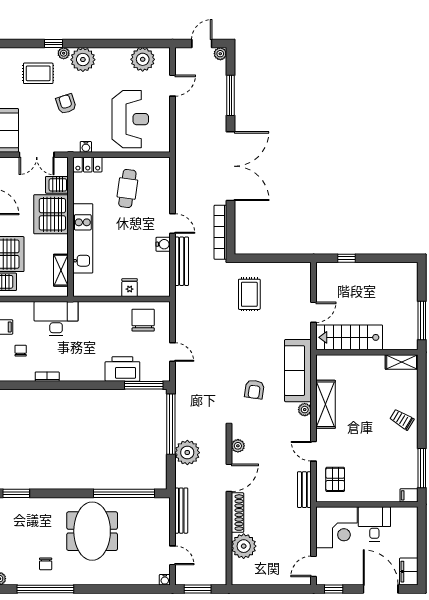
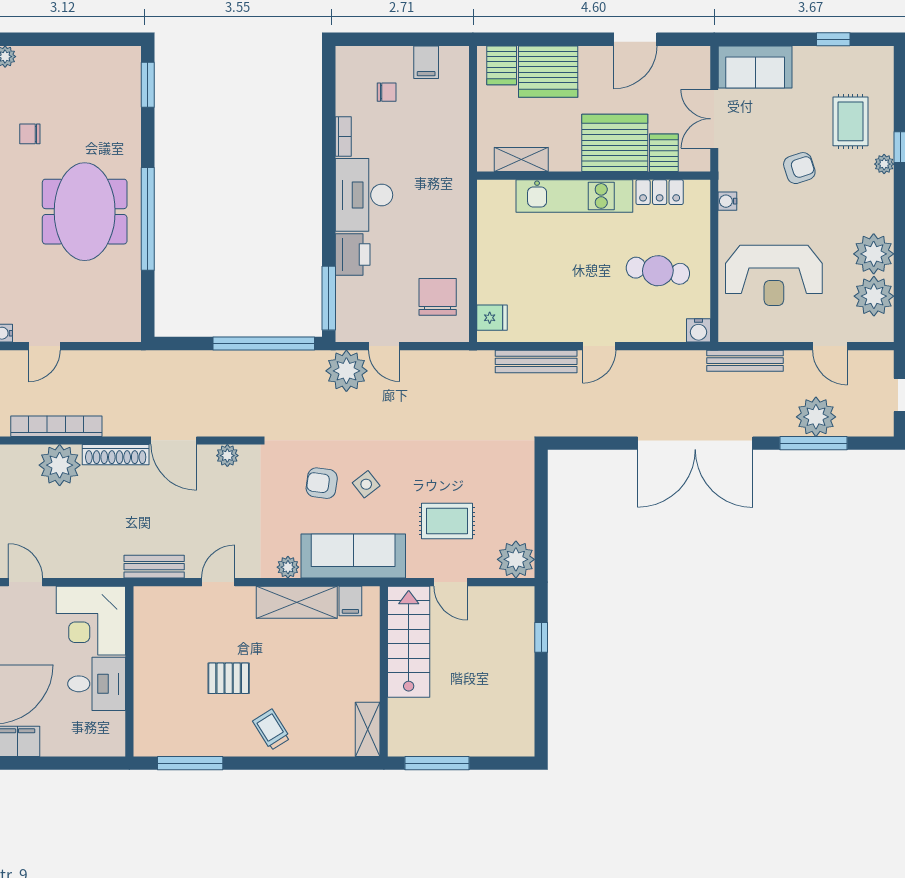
plant: (220, 54) -> (816, 417), moved, width x1.87, depth x1.87
plant: (83, 60) -> (874, 254), moved
locker: (88, 165) -> (660, 192), moved, turned -90
bookcase: (220, 232) -> (56, 426), moved
water cooler: (163, 244) -> (699, 330), moved
plant: (300, 273) -> (516, 559), added
fridge: (130, 288) -> (492, 318), moved
rug: (249, 294) -> (447, 521), moved
desk: (56, 318) -> (364, 195), moved, turned 180
chair: (143, 320) -> (438, 297), turned -90
door: (172, 352) -> (384, 346), hinge flipped
side table: (255, 363) -> (366, 484), added
printer: (122, 369) -> (353, 255), width x0.73, depth x0.84
trolley: (402, 419) -> (271, 730), turned -63
plant: (187, 453) -> (346, 371), moved
pallet: (335, 479) -> (229, 678), moved
window: (124, 493) -> (148, 219), moved
filing cabinet: (409, 495) -> (350, 601), moved, turned 180
bench: (181, 511) -> (745, 361), moved
meeting table: (92, 531) -> (85, 212), turned 90

